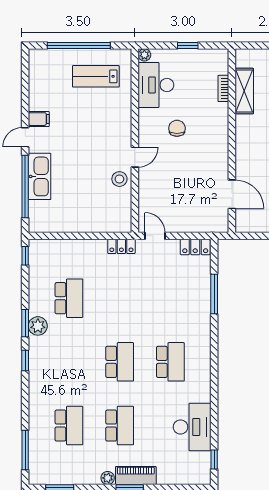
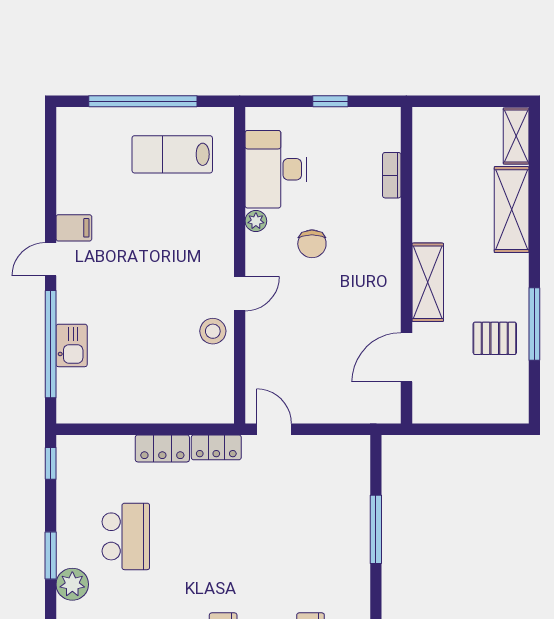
plant: (144, 55) -> (256, 221), moved
shelving: (244, 91) -> (428, 282), moved
chair: (177, 128) -> (312, 244), turned 180
kitchen sink: (40, 176) -> (72, 345), width x0.53, depth x0.81
door: (232, 194) -> (406, 357), swing flipped
locker: (195, 247) -> (162, 448), moved
window: (25, 323) -> (51, 555), moved

